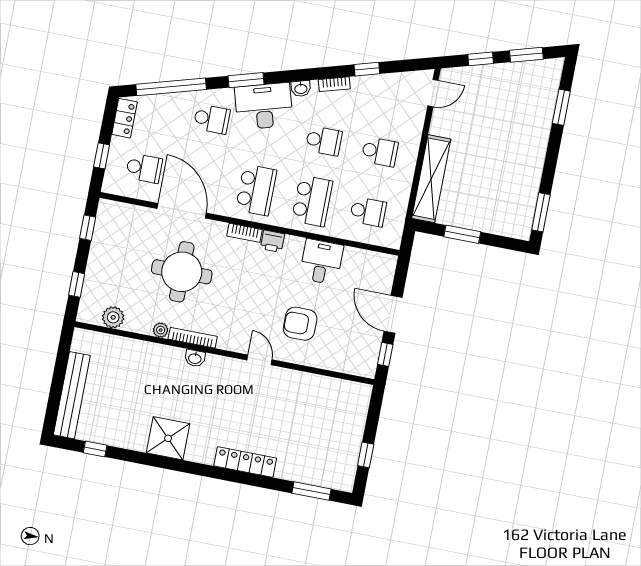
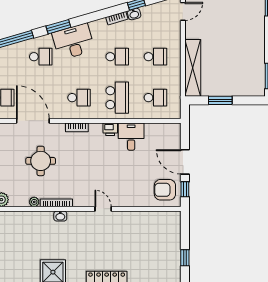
washbasin: (301, 89) -> (134, 14), moved
school desk: (256, 190) -> (79, 98), width x0.54
printer: (272, 241) -> (110, 129), moved
round table: (182, 272) -> (41, 161), width x0.73, depth x0.73
armchair: (300, 324) -> (165, 190), moved

